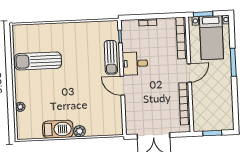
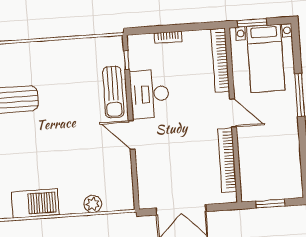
desk: (135, 63) -> (150, 94), width x1.37
door: (189, 73) -> (233, 113), hinge flipped
plant: (80, 131) -> (93, 204), moved

